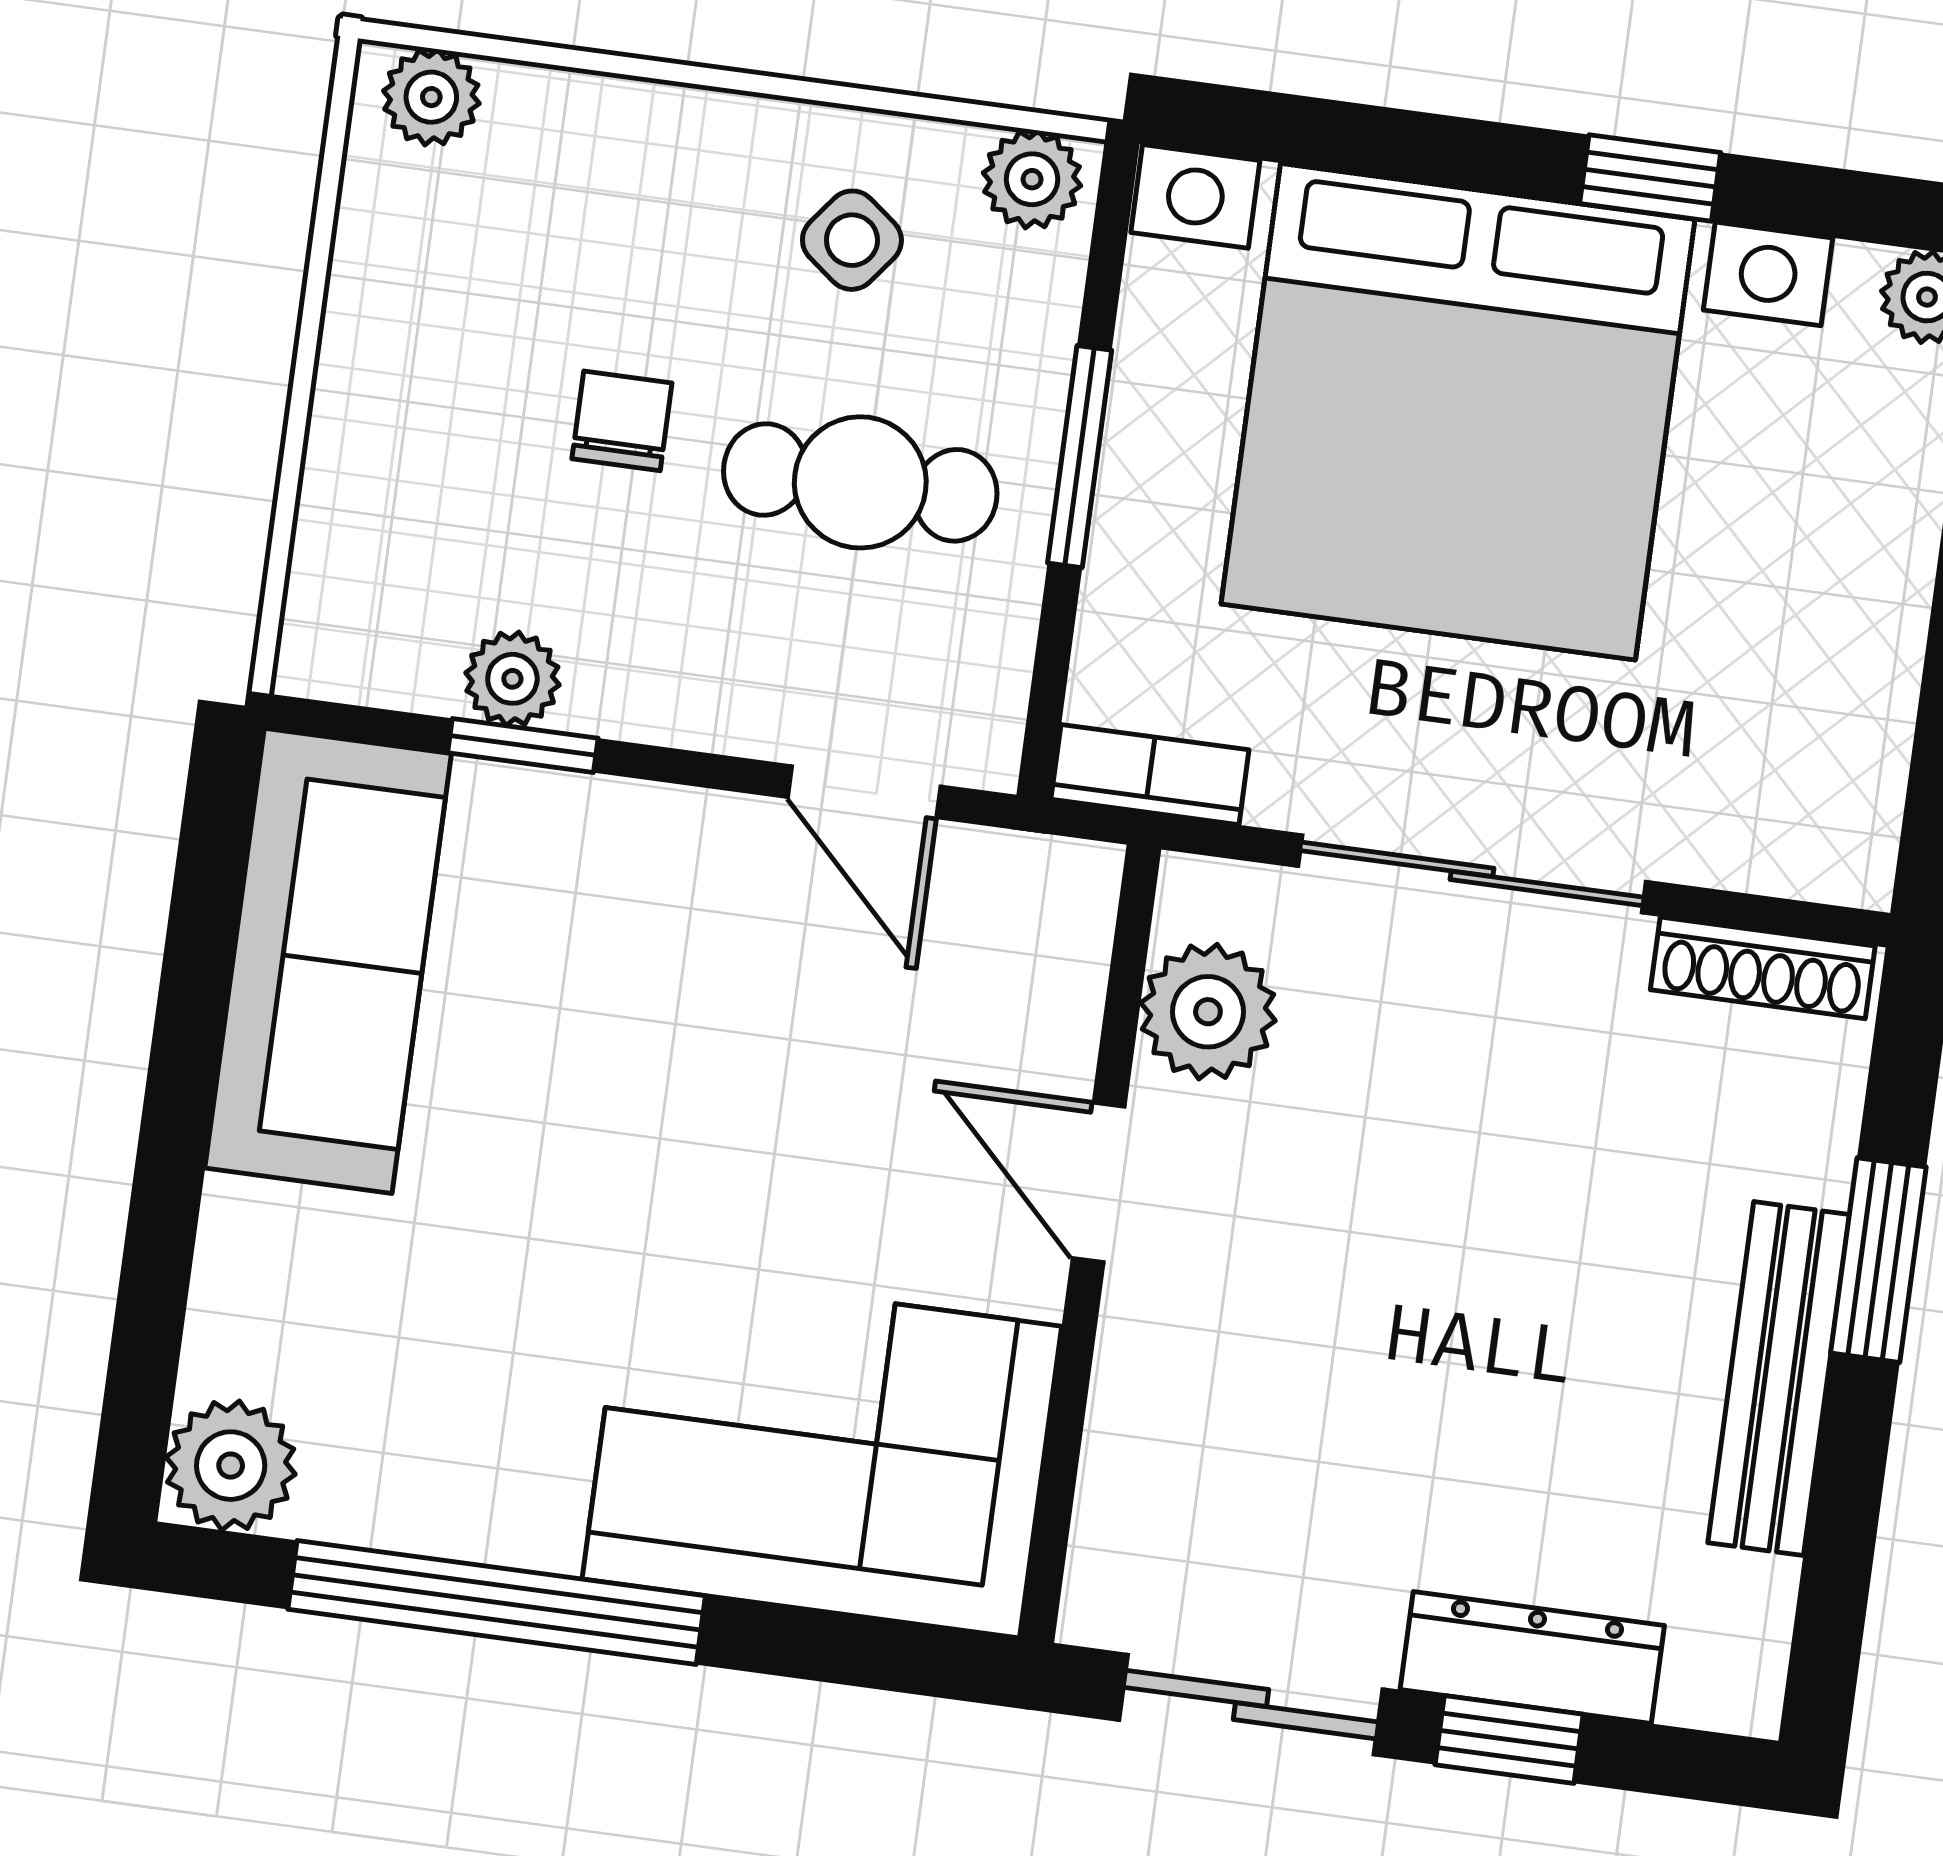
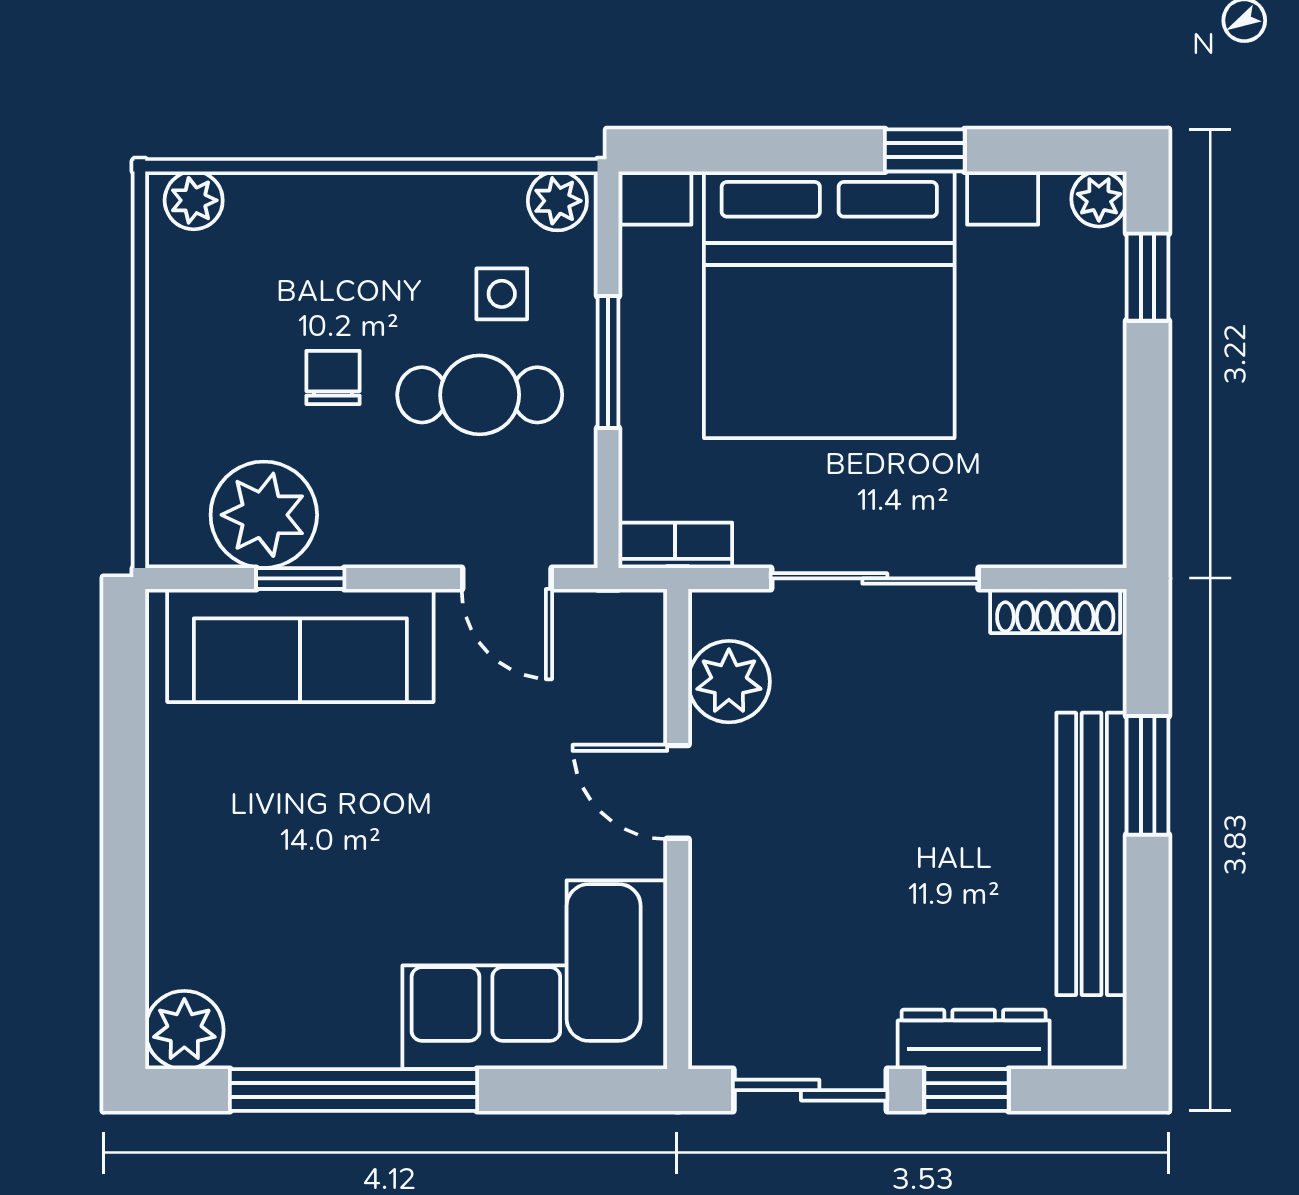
side table: (852, 240) -> (502, 294), moved, turned -38
plant: (512, 679) -> (264, 515), width x1.87, depth x1.87
sofa: (328, 961) -> (300, 646), moved, turned 90
bench: (1779, 1379) -> (1091, 854), width x1.37, depth x1.21

